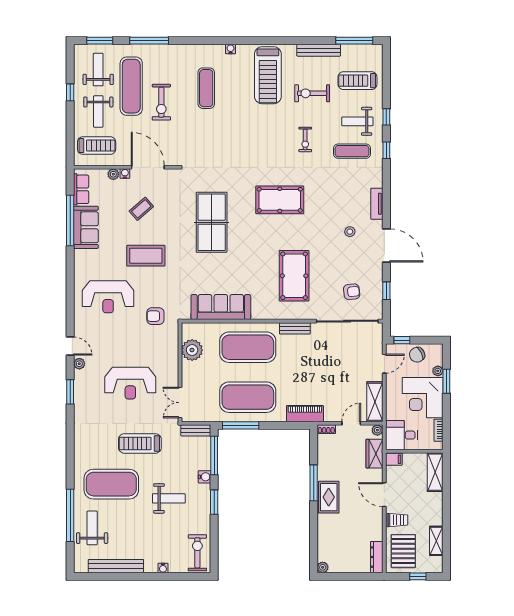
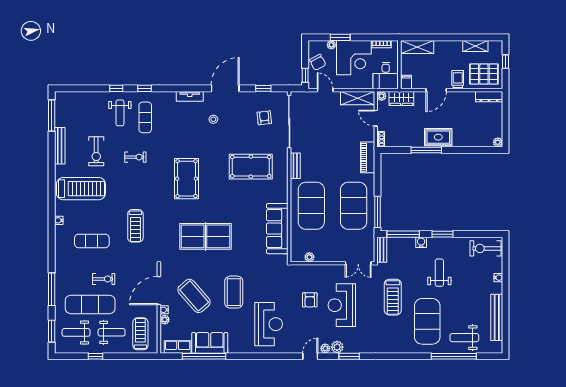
treadmill: (357, 81) -> (135, 226), moved
exercise bike: (161, 102) -> (104, 279), width x0.73, depth x0.72
coffee table: (141, 209) -> (194, 296), width x1.86, depth x1.72
armchair: (155, 316) -> (310, 300), moved
plant: (192, 350) -> (309, 257), width x0.53, depth x0.53
plant: (81, 378) -> (337, 347), added
reception desk: (130, 383) -> (342, 305), turned 180

